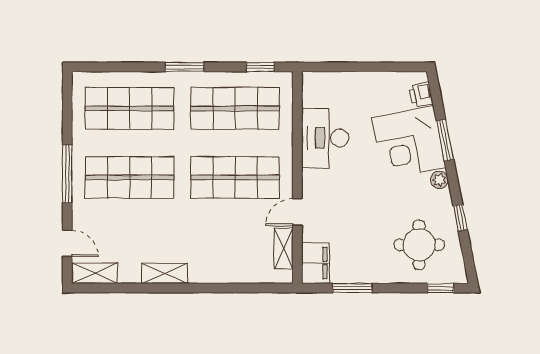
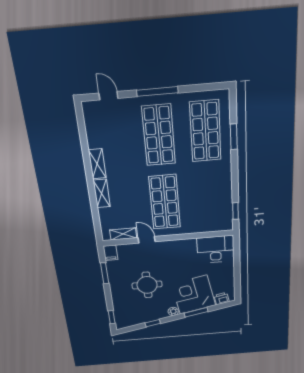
window: (184, 67) -> (234, 137), moved
shop shelf: (235, 108) -> (209, 198), removed
desk: (325, 138) -> (216, 249), moved
door: (67, 243) -> (108, 96), swing flipped
round table: (419, 245) -> (147, 285), moved
filing cabinet: (315, 263) -> (110, 253), width x0.50
shelving: (95, 273) -> (102, 193), moved

